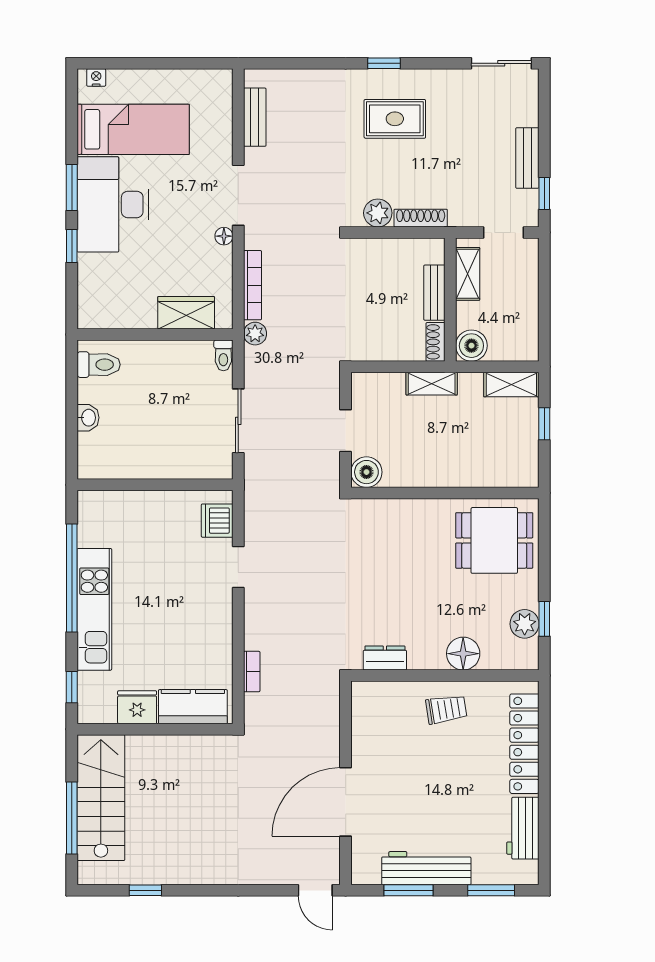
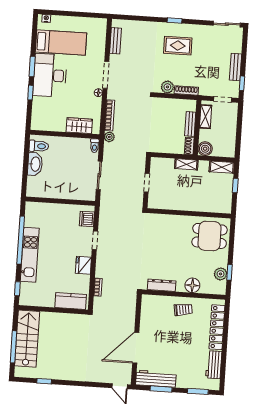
washbasin: (88, 418) -> (35, 164), width x1.91, depth x1.45
boiler: (366, 472) -> (155, 202), removed
dresser: (385, 658) -> (162, 285), width x1.44
fridge: (137, 707) -> (83, 265), moved, turned -90
workbench: (426, 868) -> (156, 379), moved

